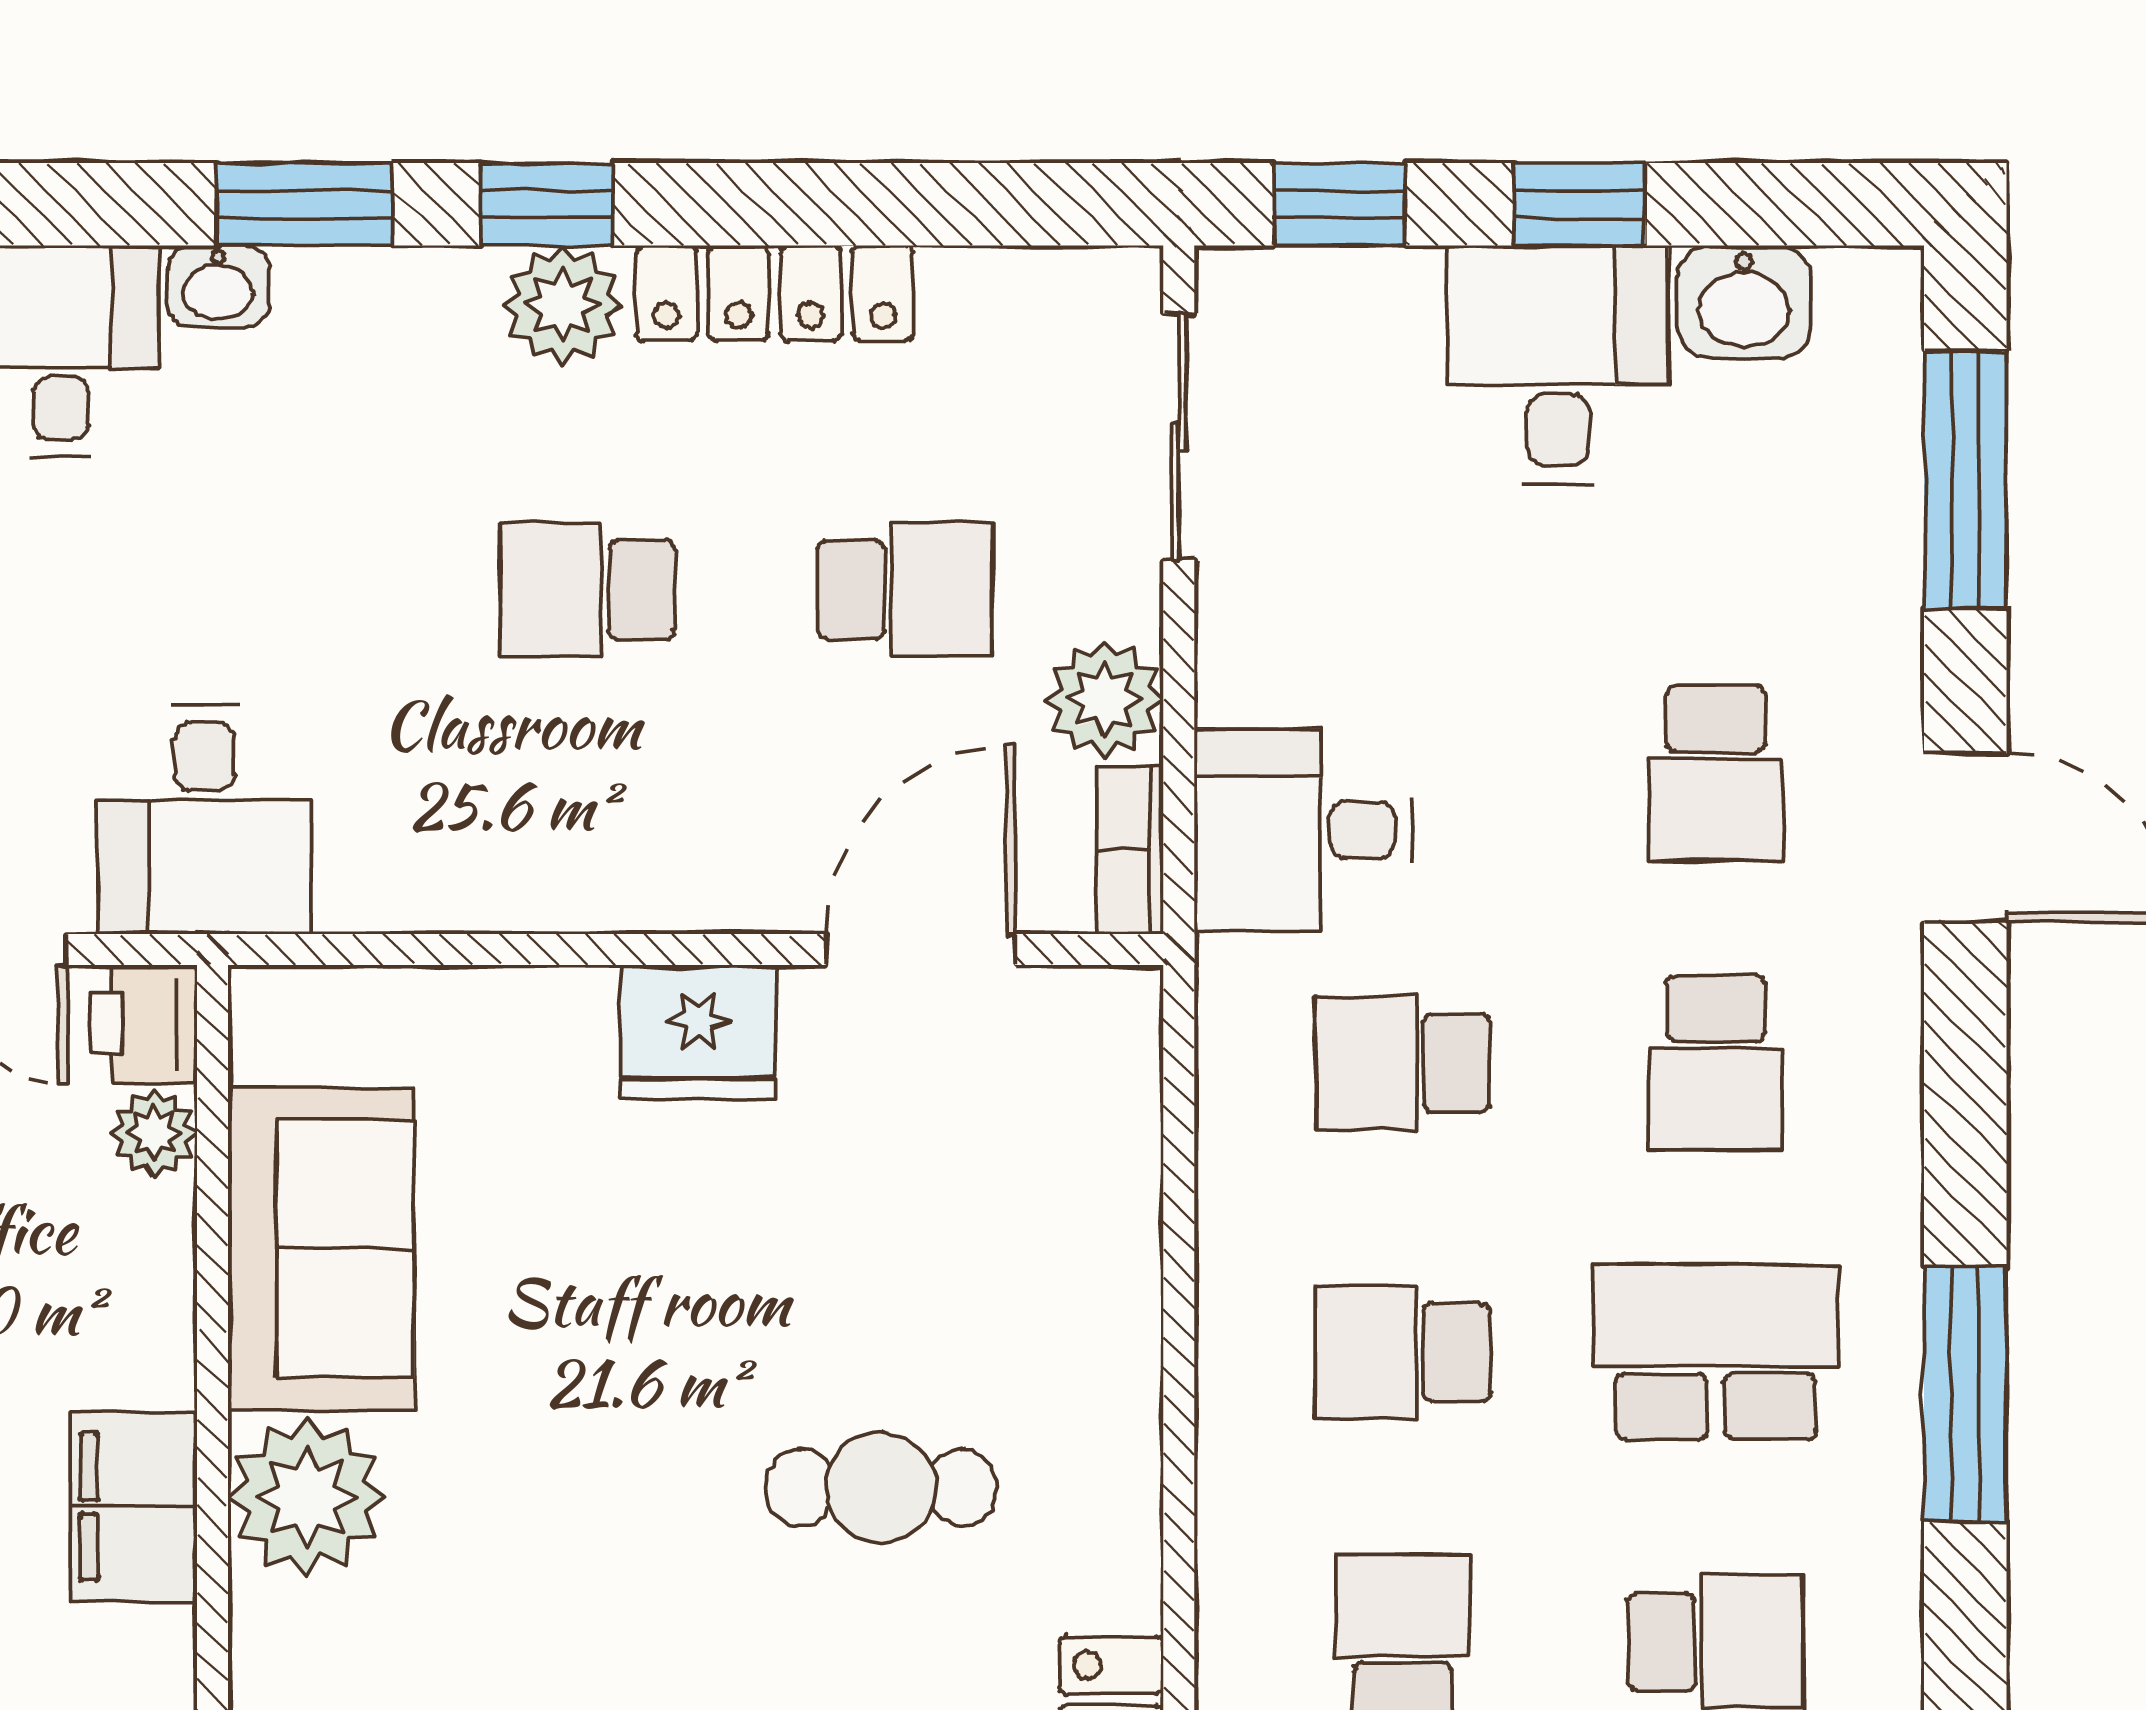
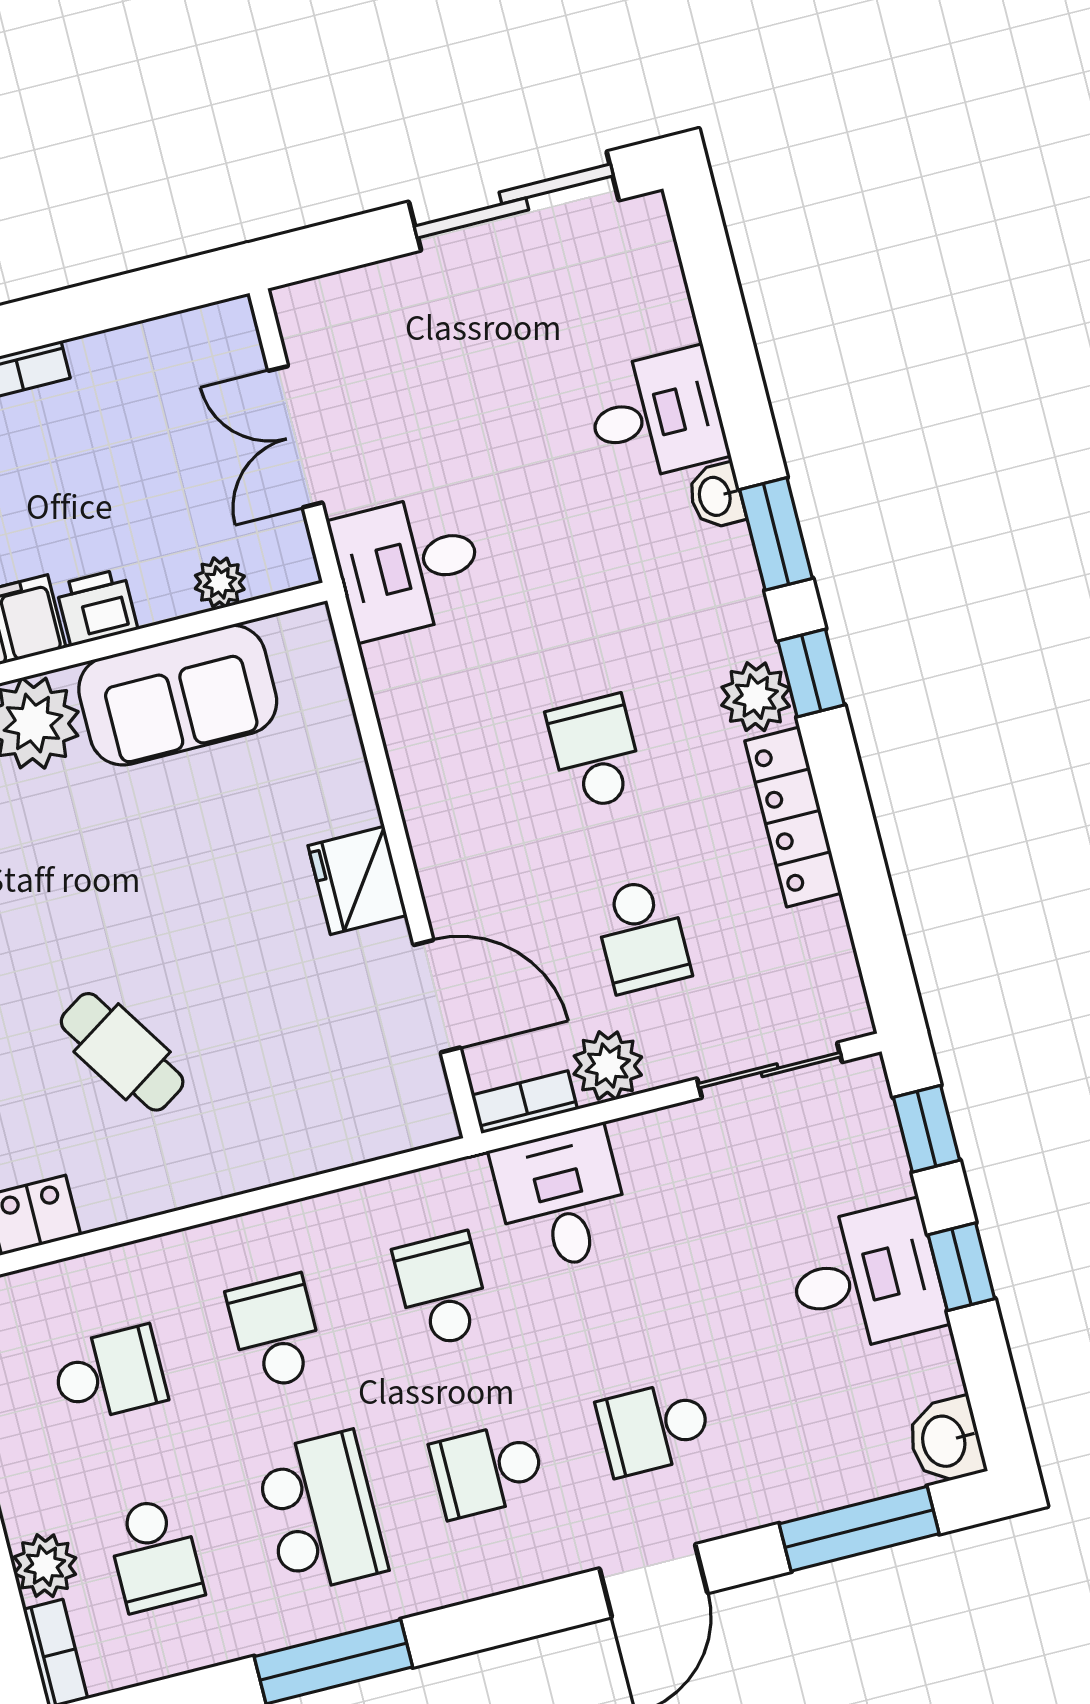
washbasin: (1744, 302) -> (946, 1441), moved
printer: (144, 1024) -> (97, 607), moved
cafe table: (881, 1487) -> (122, 1052), turned -33

